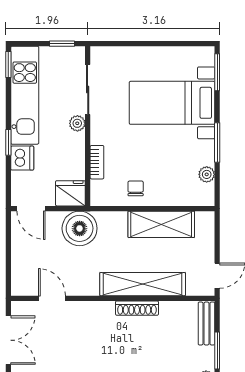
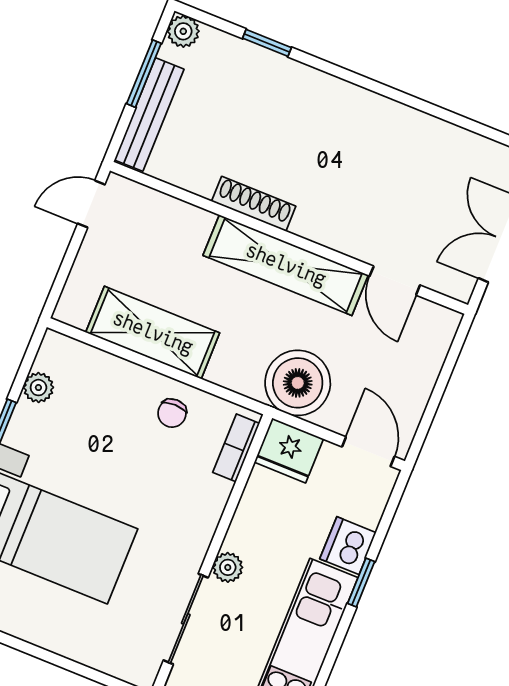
bookcase: (97, 162) -> (236, 448), moved
shelving: (143, 284) -> (286, 265), moved
bench: (206, 324) -> (149, 114), width x1.36

